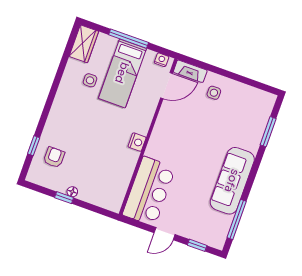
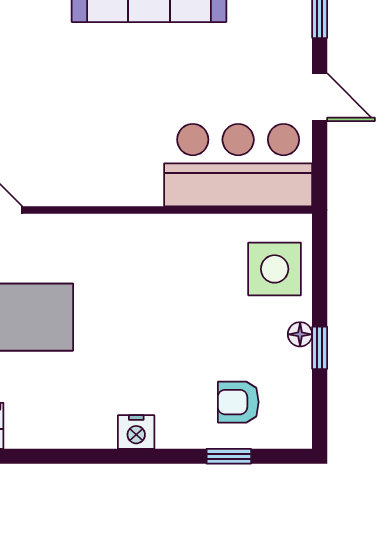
side table: (90, 80) -> (275, 269), moved, width x1.87, depth x1.87
nightstand: (137, 142) -> (136, 432), moved, turned 180

